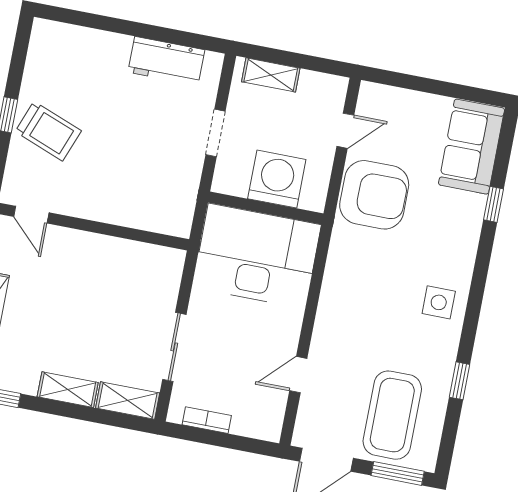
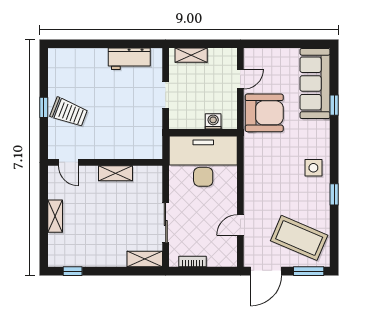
sofa: (472, 147) -> (315, 83), width x1.36
washing machine: (277, 179) -> (213, 121), width x0.53, depth x0.53
window: (460, 381) -> (334, 194), moved
shelving: (68, 390) -> (115, 173), moved
coffee table: (392, 415) -> (299, 238), turned -67

